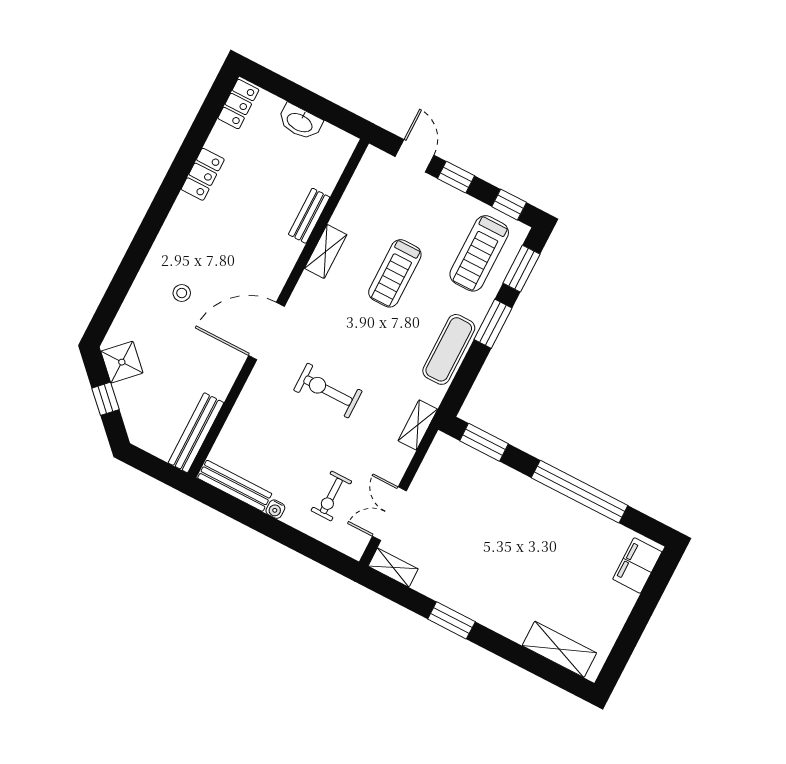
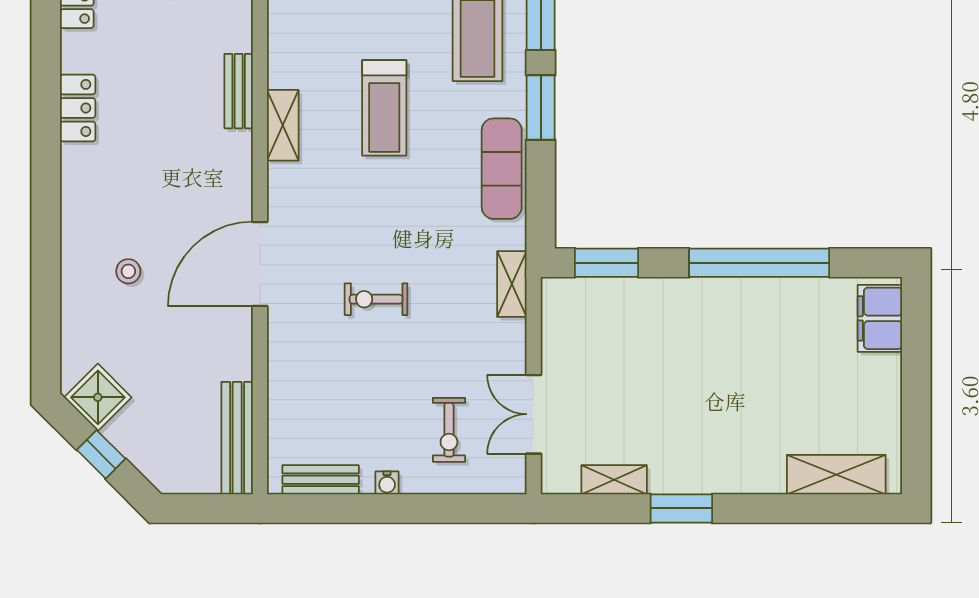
exercise bike: (328, 391) -> (376, 299), width x0.73, depth x0.72
bench: (235, 486) -> (321, 480), width x0.73
shelving: (393, 567) -> (614, 480), moved

